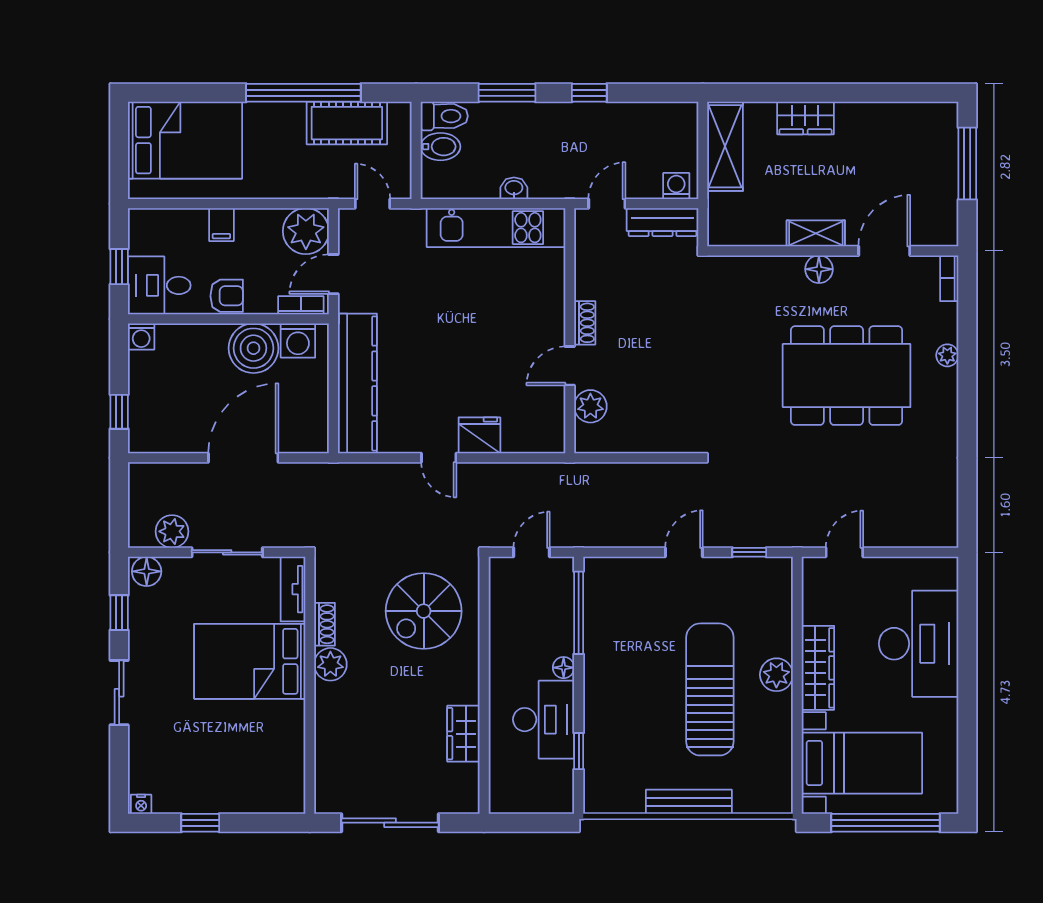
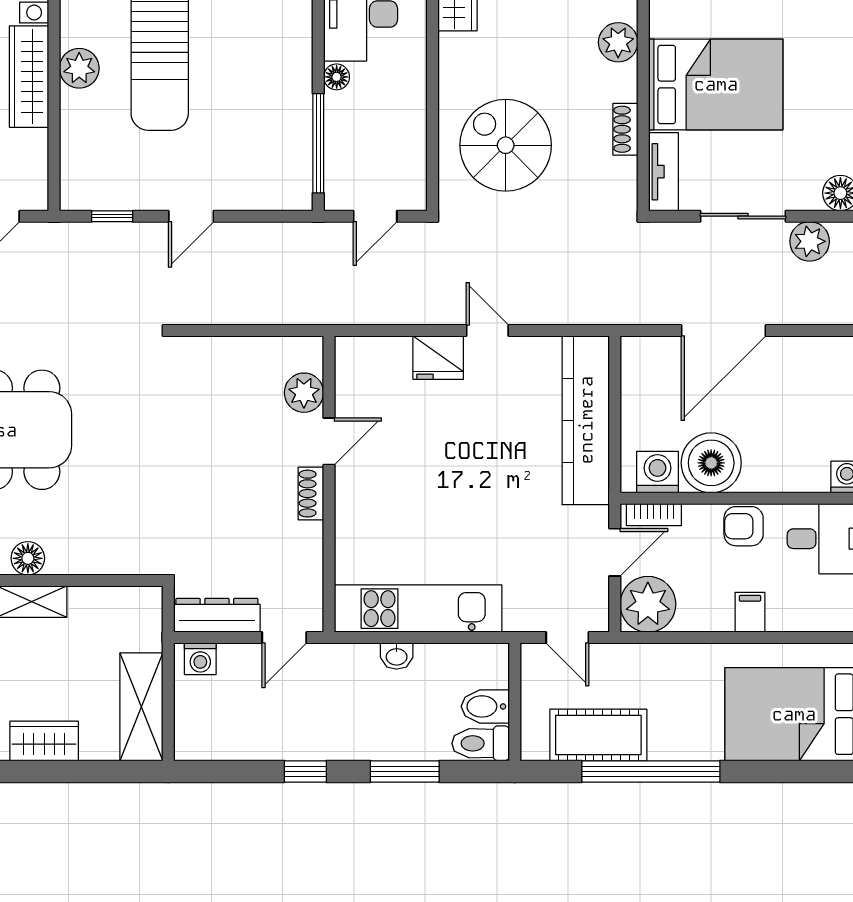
spiral stairs: (424, 611) -> (506, 145), turned -90
plant: (330, 664) -> (618, 42), moved

